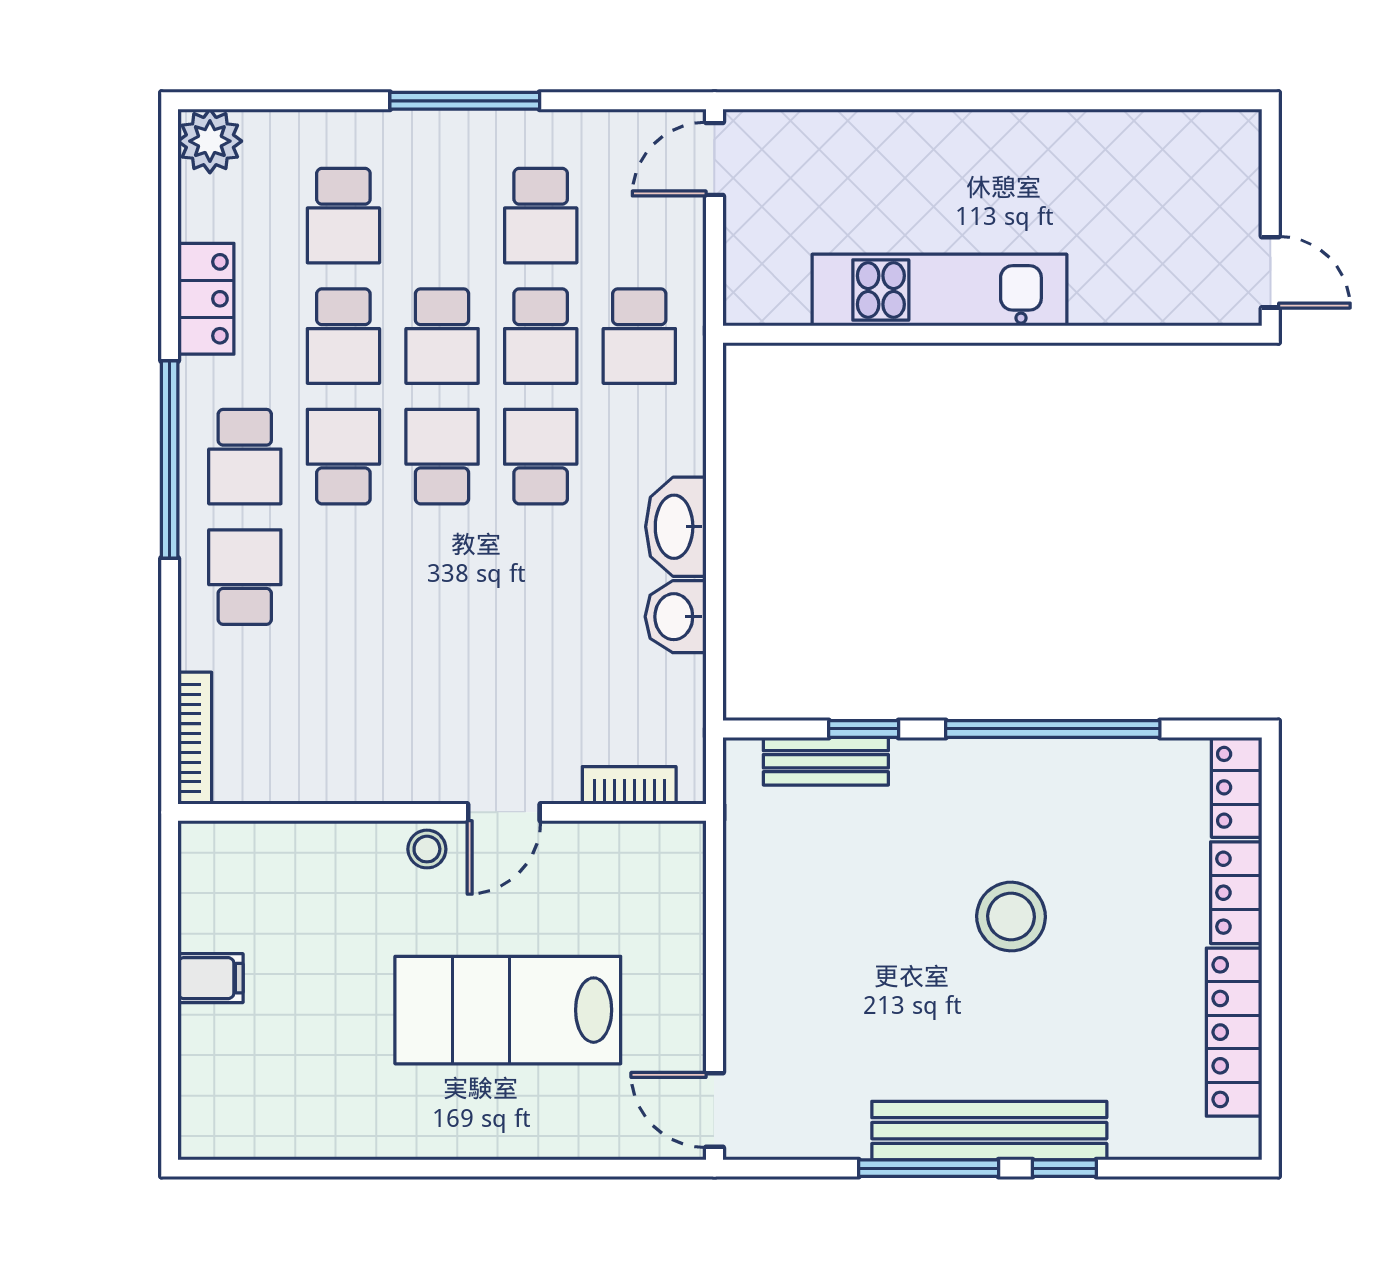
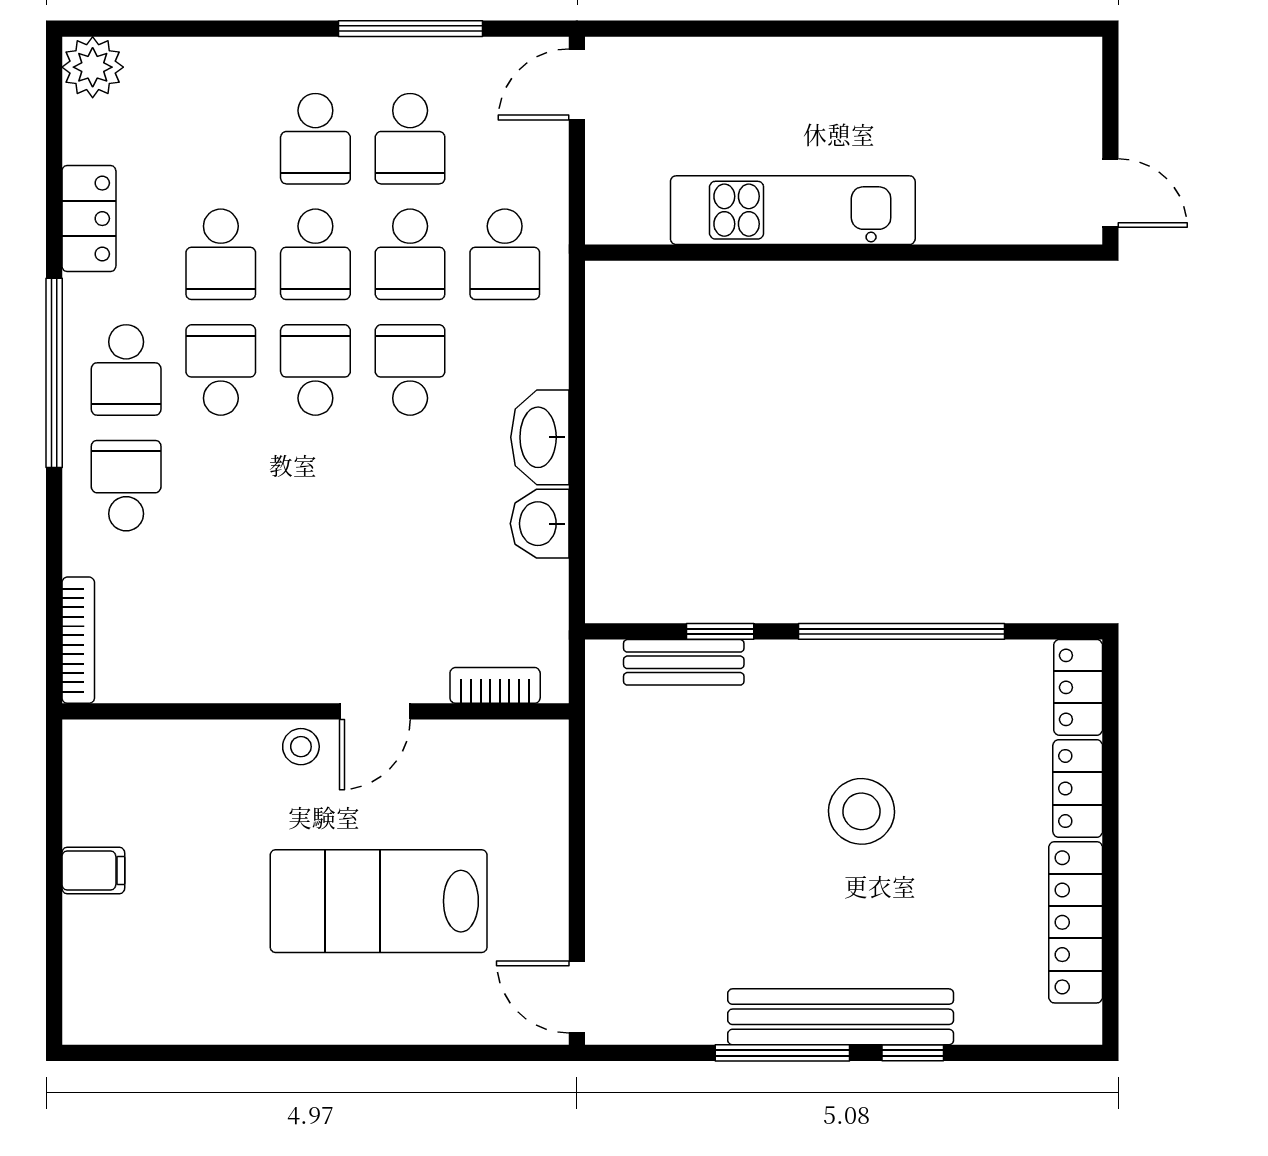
window: (465, 101) -> (410, 29), moved
school desk: (343, 216) -> (315, 139), moved

